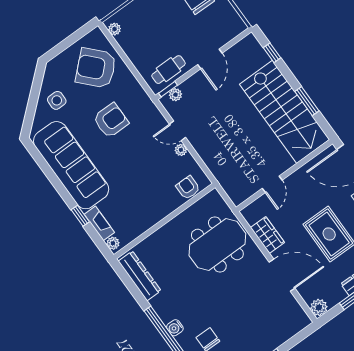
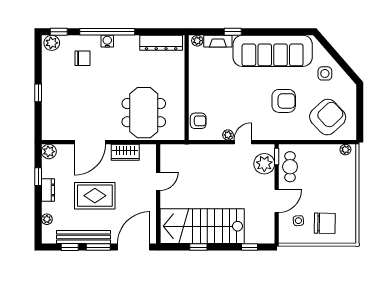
side table: (214, 25) -> (298, 221), added
door: (210, 59) -> (277, 201), swing flipped
plant: (175, 95) -> (264, 164), width x1.88, depth x1.88
window: (307, 101) -> (198, 247), width x0.67
armchair: (111, 120) -> (284, 101), turned -90
door: (272, 184) -> (158, 181), swing flipped

